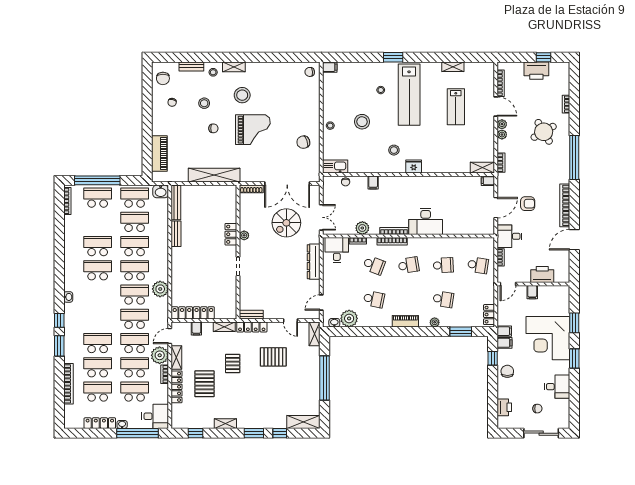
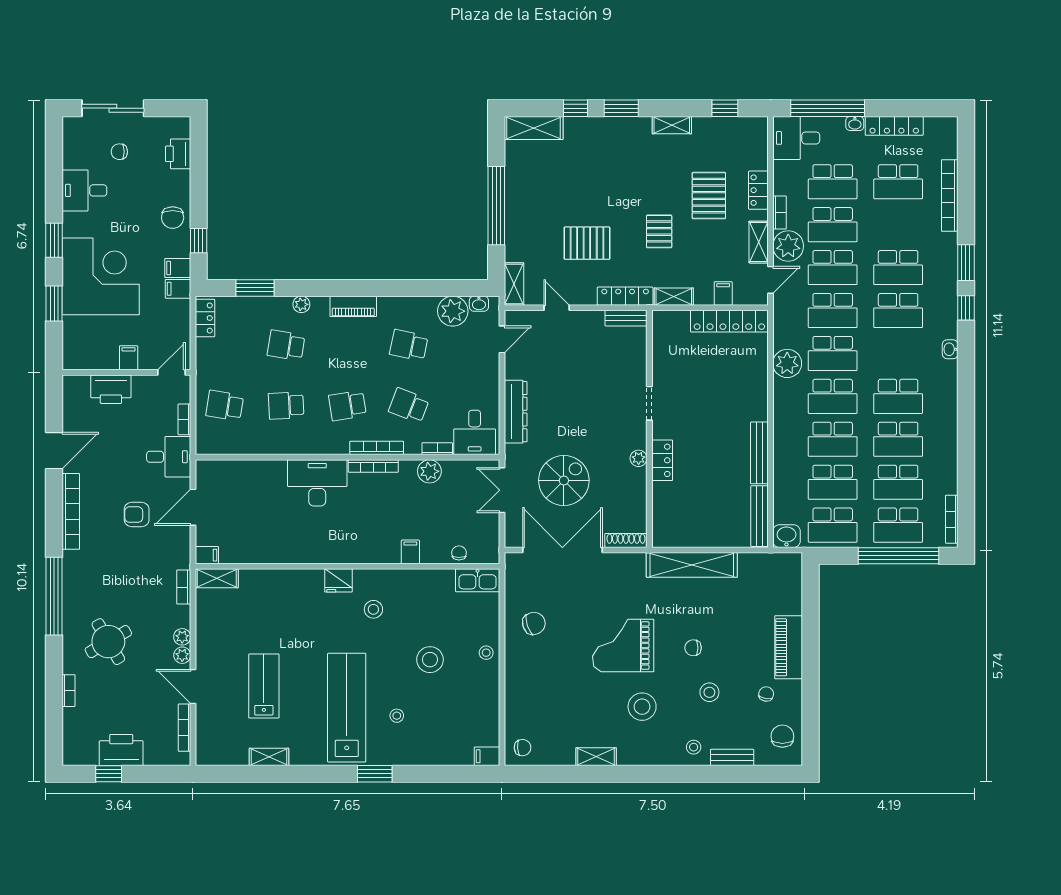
shelving: (234, 67) -> (596, 757), moved
piano: (159, 154) -> (789, 647), moved
school desk: (98, 222) -> (898, 482), added
bench: (176, 234) -> (759, 453), width x1.36
school desk: (98, 367) -> (898, 311), moved
locker: (177, 387) -> (758, 190), width x0.66

